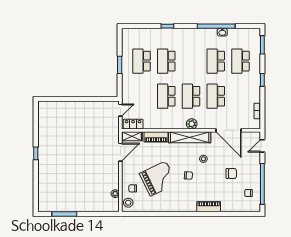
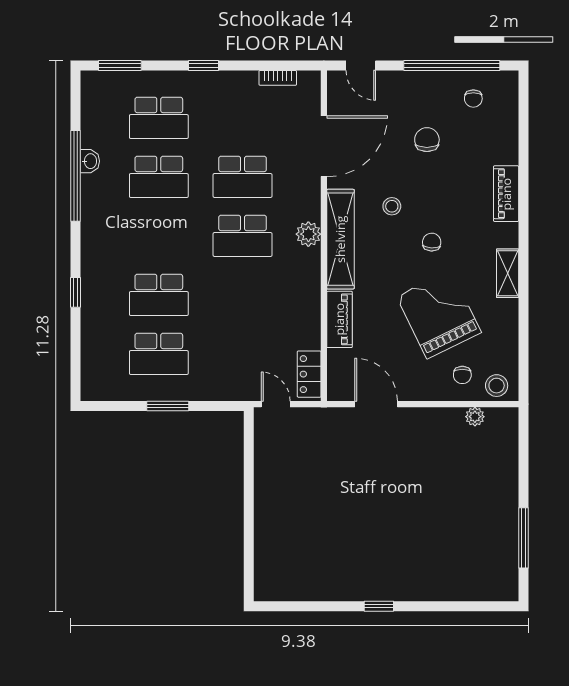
school desk: (166, 96) -> (243, 295), removed
shelving: (132, 136) -> (508, 273), moved

